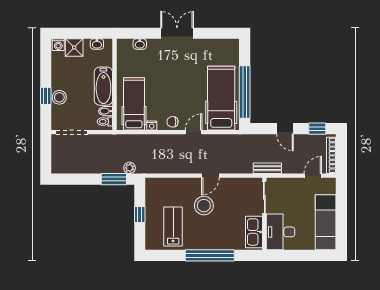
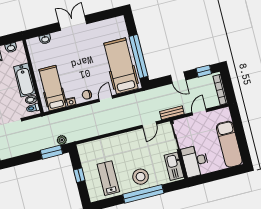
door: (210, 176) -> (149, 125), moved
door: (313, 176) -> (199, 112), moved
stool: (204, 206) -> (141, 177), moved

